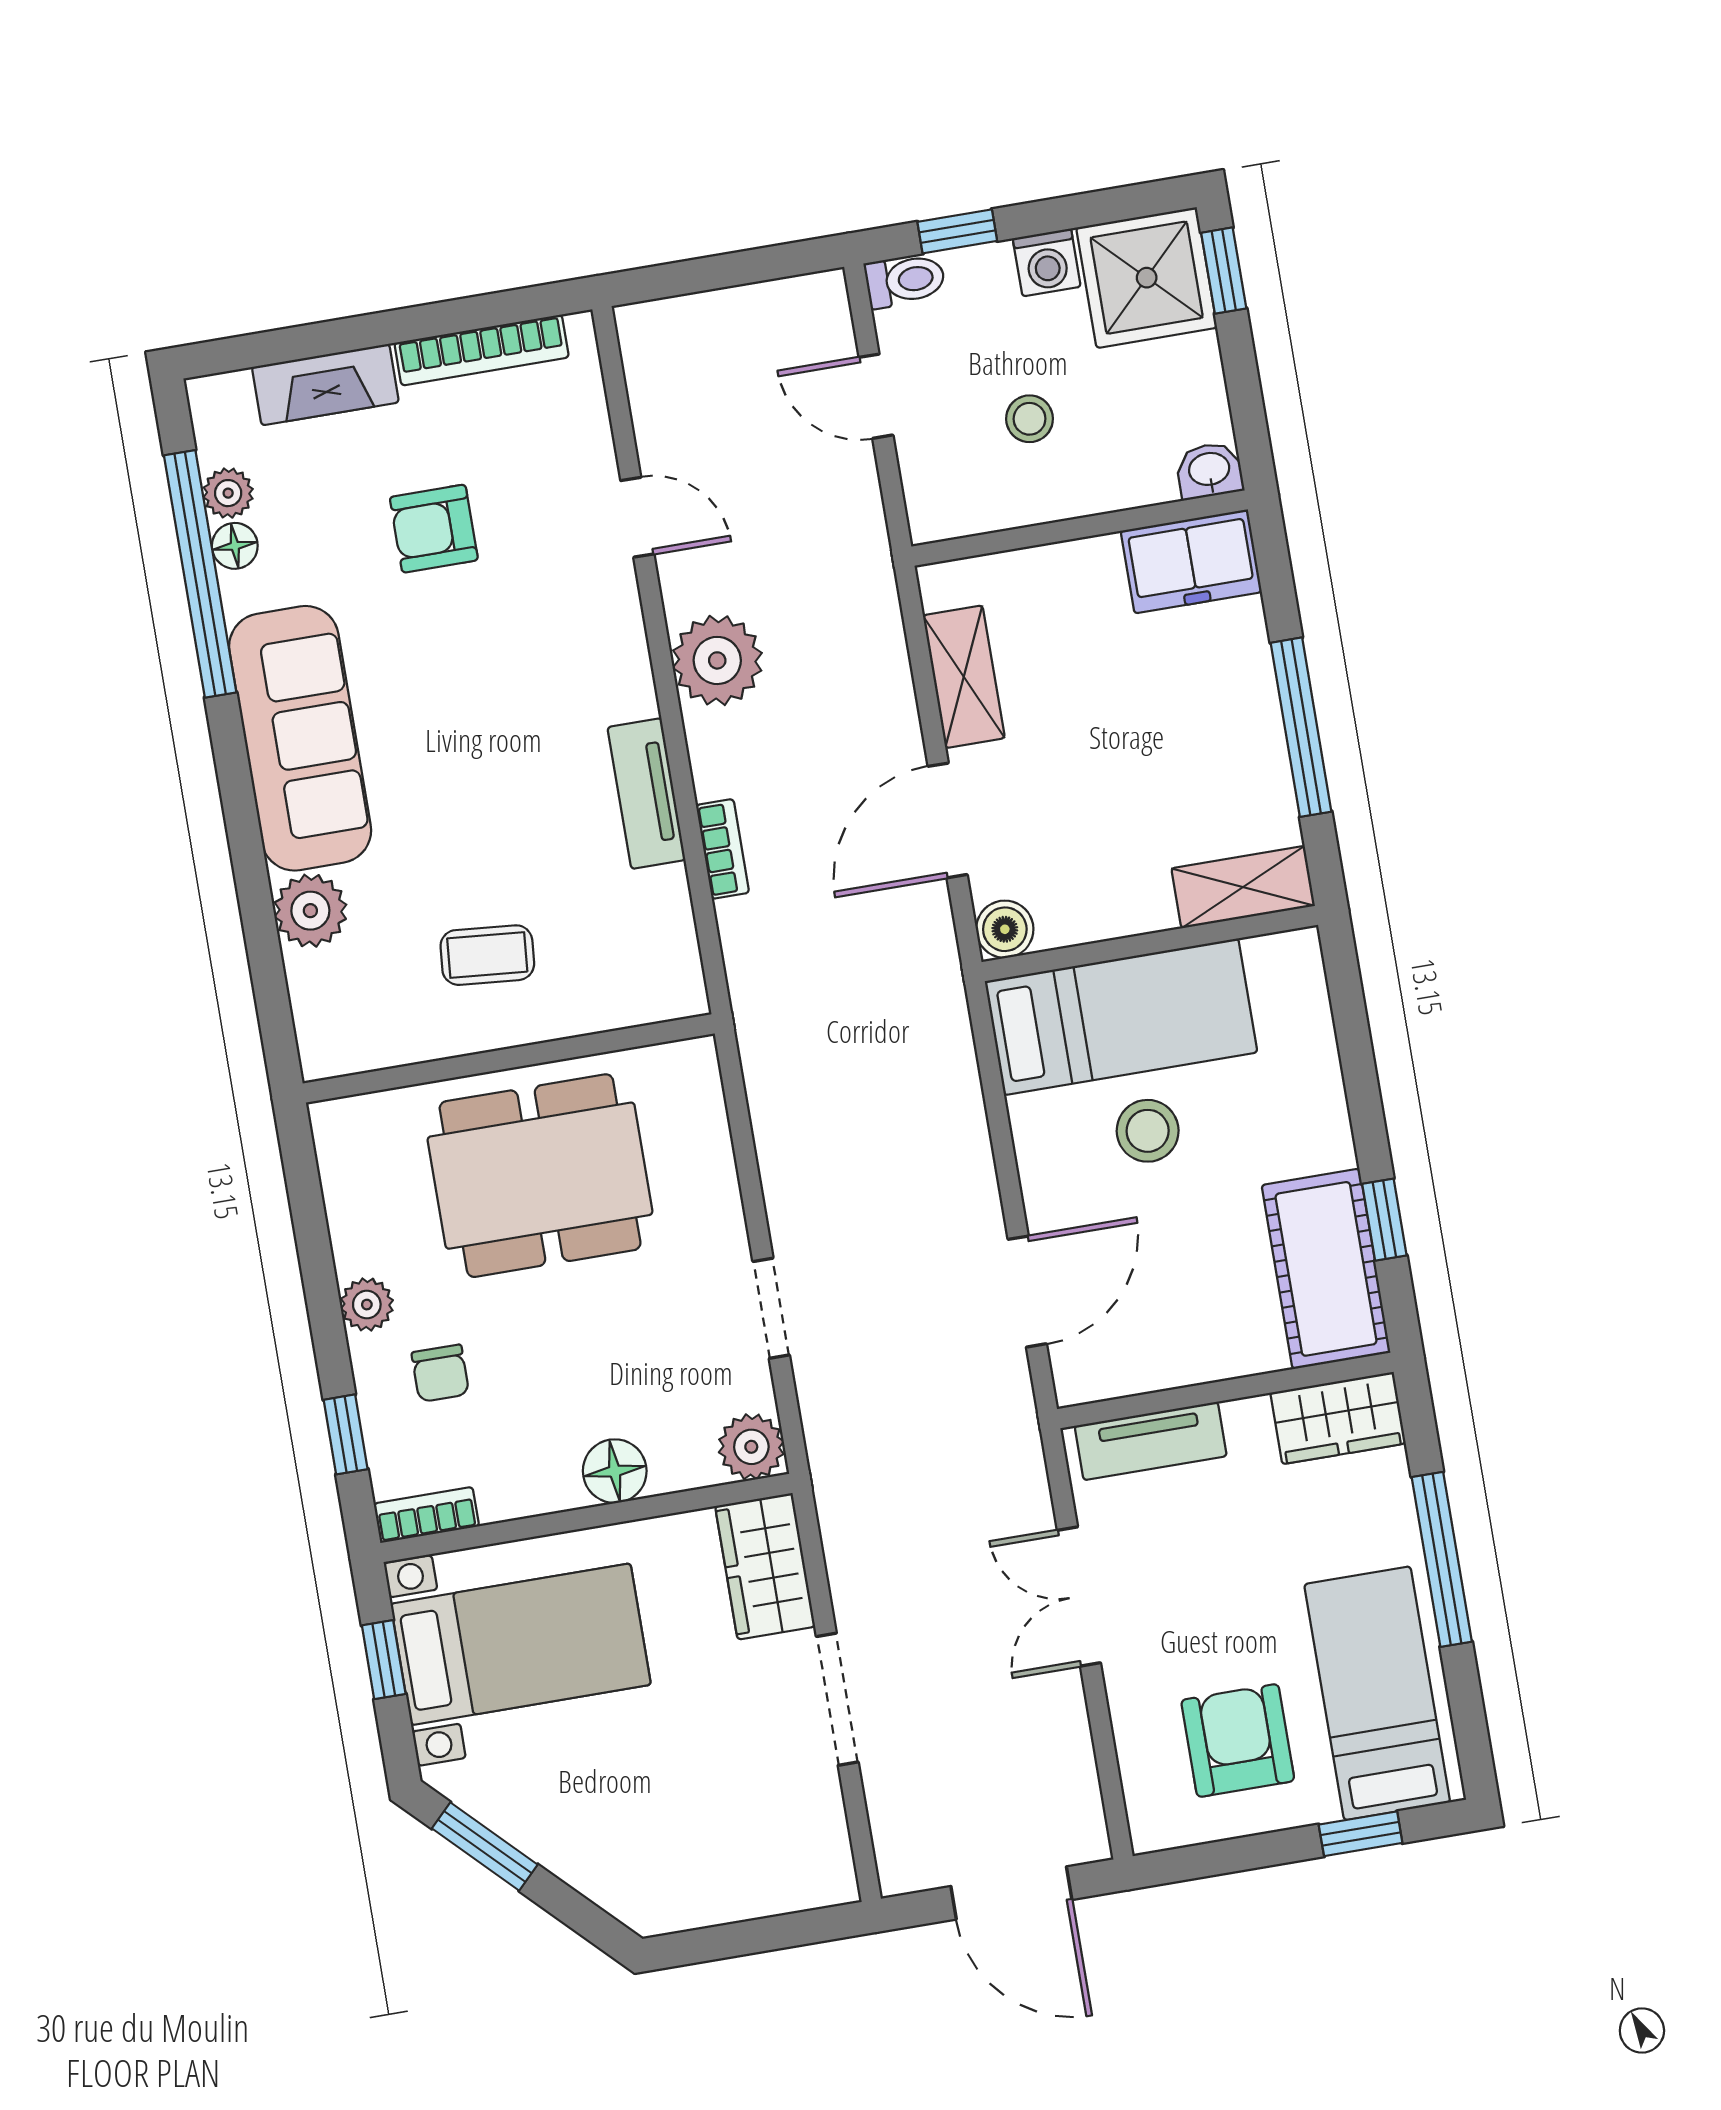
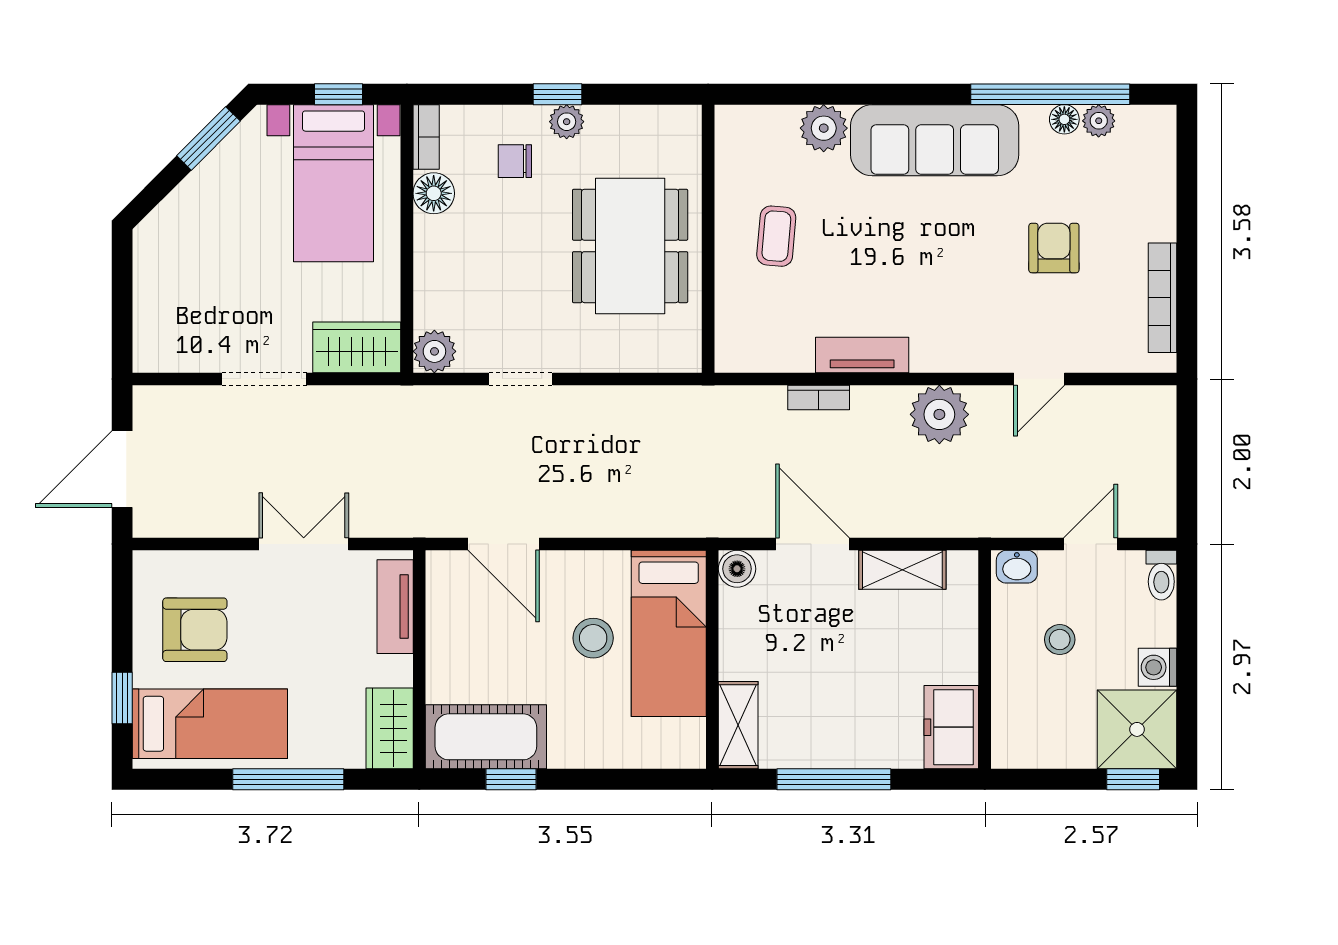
window: (957, 231) -> (1187, 614), removed
fireplace: (325, 385) -> (1157, 194), removed
washbasin: (1209, 470) -> (1017, 567), moved, turned 90
window: (346, 1434) -> (557, 94), moved
floor lamp: (615, 1471) -> (434, 193), moved

